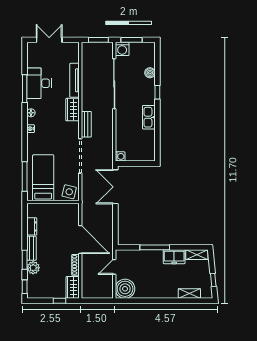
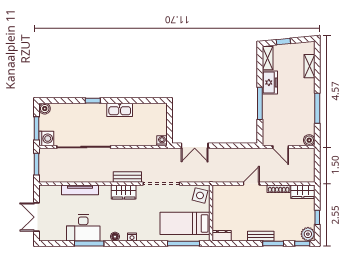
boiler: (150, 73) -> (45, 109), moved
wardrobe: (72, 110) -> (124, 192), moved
double door: (115, 187) -> (195, 146), width x0.73
dresser: (32, 226) -> (222, 236), moved
door: (80, 239) -> (251, 184), width x0.53
plant: (33, 268) -> (308, 234), moved
window: (213, 280) -> (283, 42), moved
boiler: (125, 289) -> (309, 140), width x0.54, depth x0.54
window: (60, 301) -> (317, 217), moved
window: (150, 301) -> (317, 108), added

